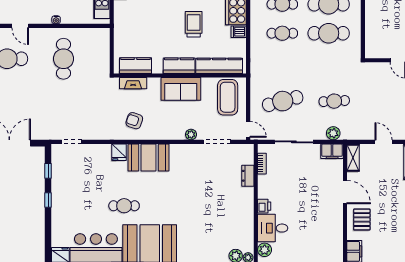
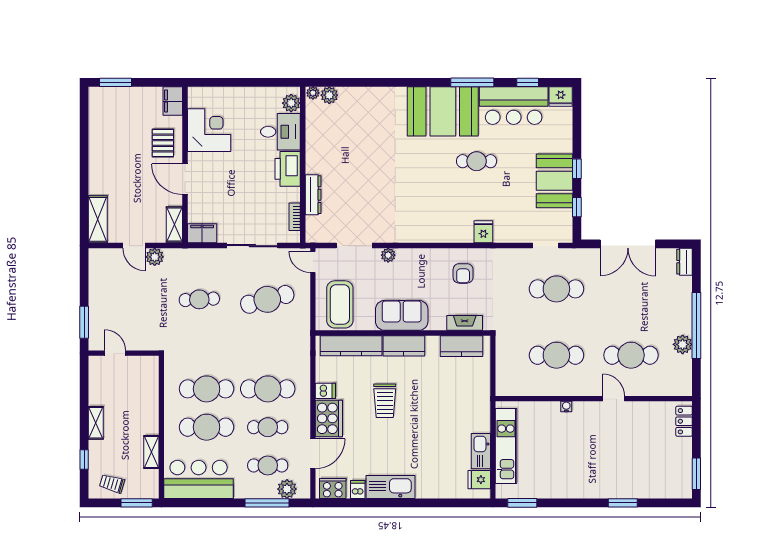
cafe table: (282, 33) -> (268, 389), width x1.37, depth x1.35
cafe table: (64, 59) -> (556, 355), turned 90
cafe table: (64, 109) -> (556, 289), added
armchair: (134, 121) -> (463, 273), turned 72
plant: (333, 133) -> (155, 257), moved
booth: (148, 157) -> (555, 181), moved, turned 90
dresser: (248, 176) -> (313, 195), width x1.44
printer: (264, 206) -> (288, 169), width x1.87, depth x1.48
corner desk: (327, 229) -> (209, 130), added

